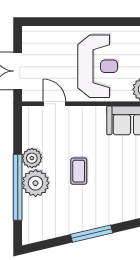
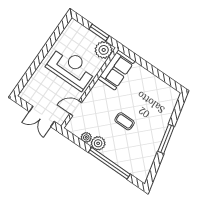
plant: (36, 183) -> (86, 137), moved, width x0.53, depth x0.53

